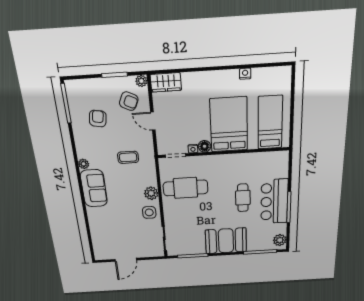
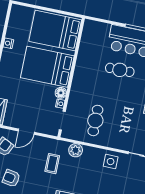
bed: (270, 122) -> (55, 31), width x1.50
cafe table: (186, 188) -> (95, 120), width x0.73, depth x0.74
plant: (151, 193) -> (76, 150), moved

